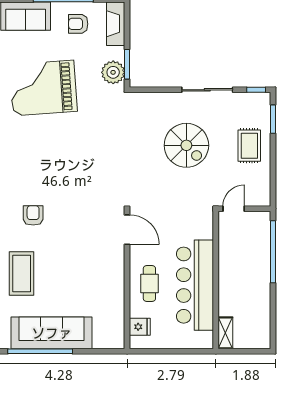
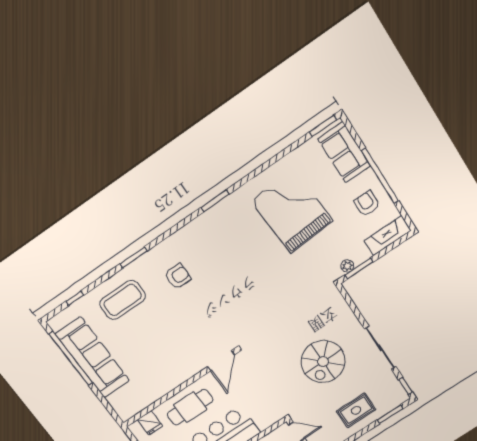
plant: (113, 72) -> (347, 266), width x0.53, depth x0.53
cafe table: (149, 284) -> (190, 407), width x1.37, depth x1.35

